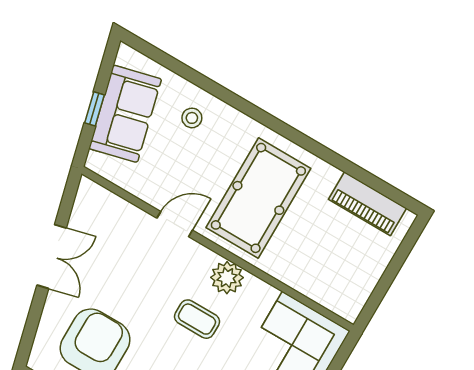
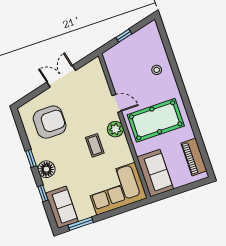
sofa: (125, 114) -> (155, 173), moved, turned -76
double door: (52, 256) -> (61, 76), swing flipped
plant: (227, 278) -> (115, 129), moved

